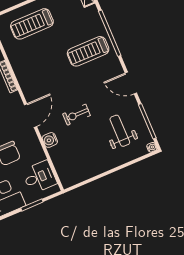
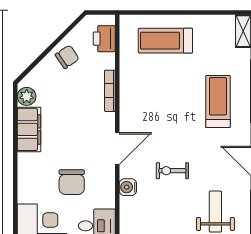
treadmill: (88, 51) -> (218, 102), turned 90

